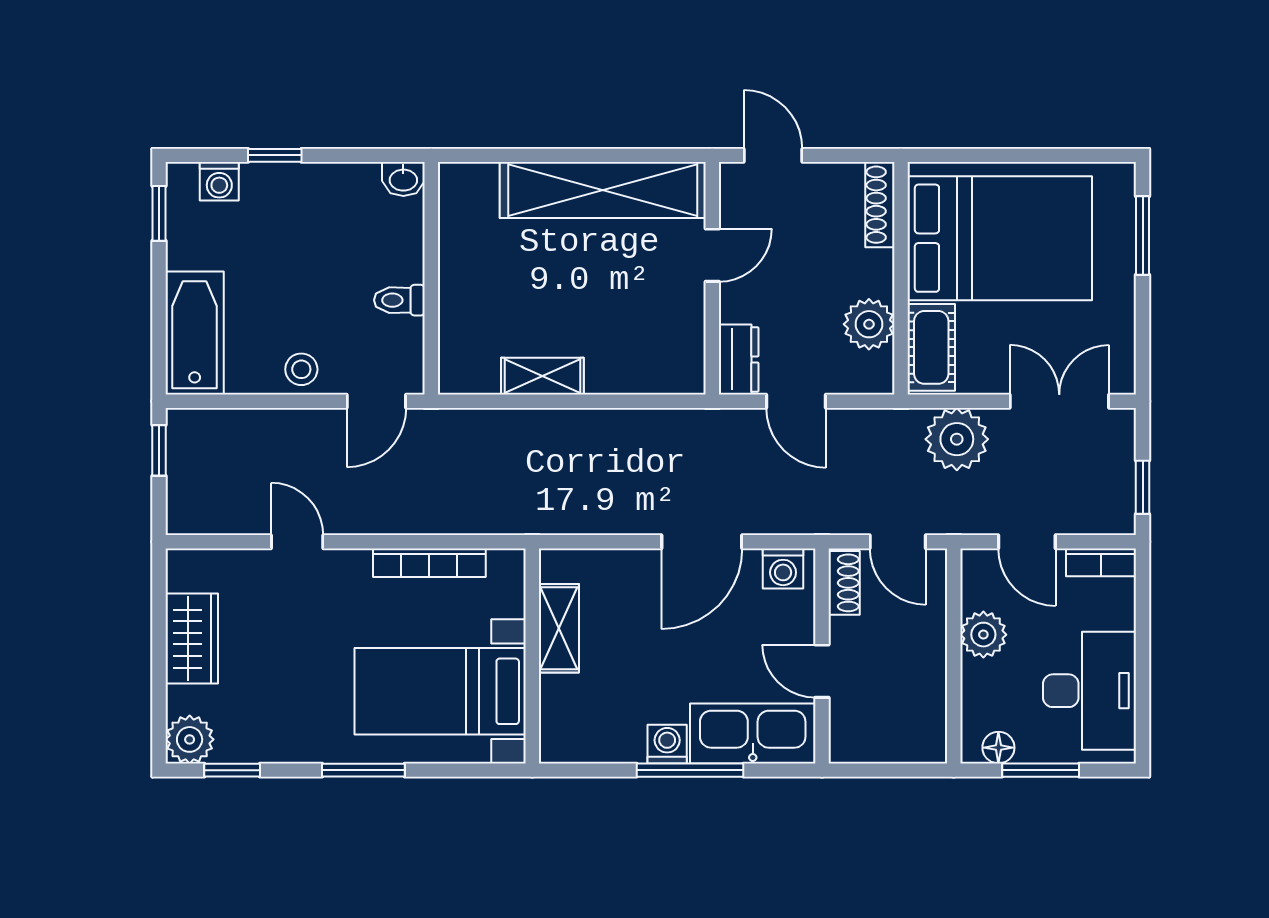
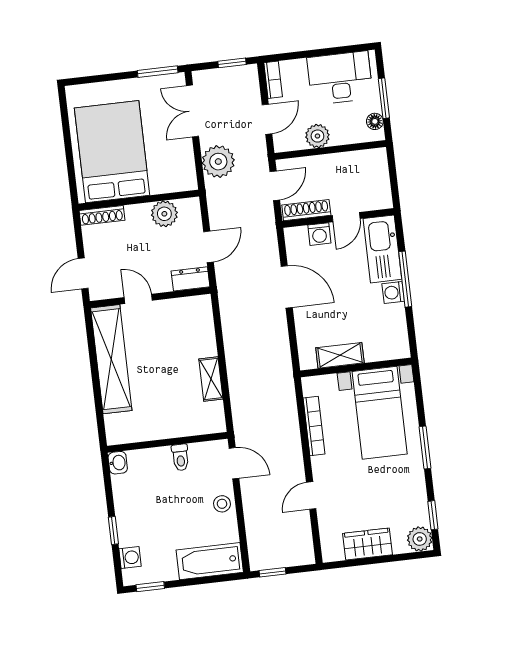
window: (1143, 235) -> (158, 72), moved
cot: (931, 347) -> (173, 180), removed
washing machine: (783, 568) -> (319, 234), moved, turned 90
shoe rack: (844, 583) -> (306, 210), width x1.43

